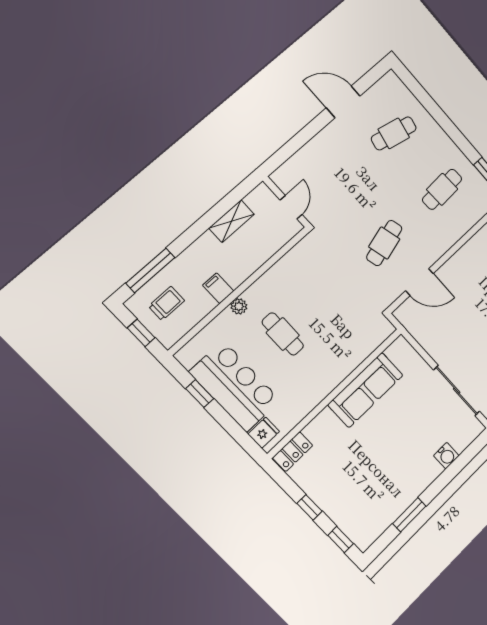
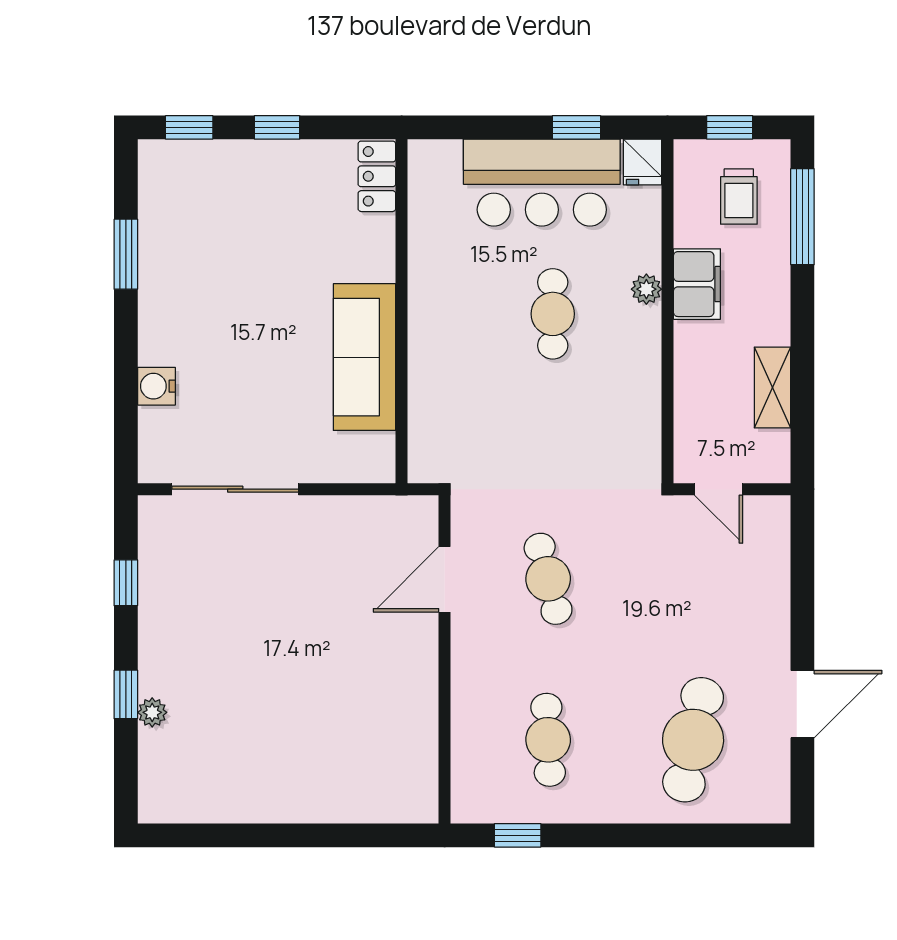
cafe table: (394, 133) -> (693, 740), width x1.37, depth x1.35
filing cabinet: (218, 288) -> (697, 284), width x2.00
cafe table: (283, 334) -> (553, 314), turned 90
fridge: (264, 433) -> (642, 162), moved

